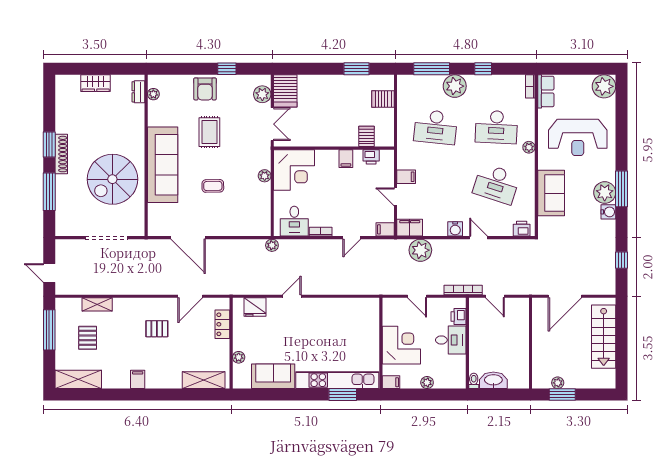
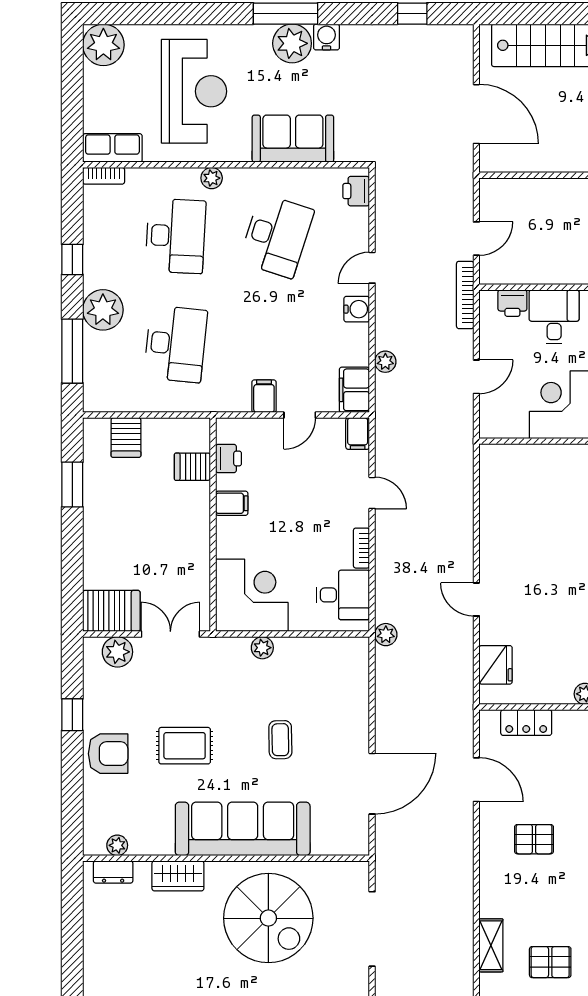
wardrobe: (96, 83) -> (178, 876), moved, turned 90
plant: (420, 250) -> (385, 362), width x0.53, depth x0.53
pallet: (157, 329) -> (534, 839), turned 90

